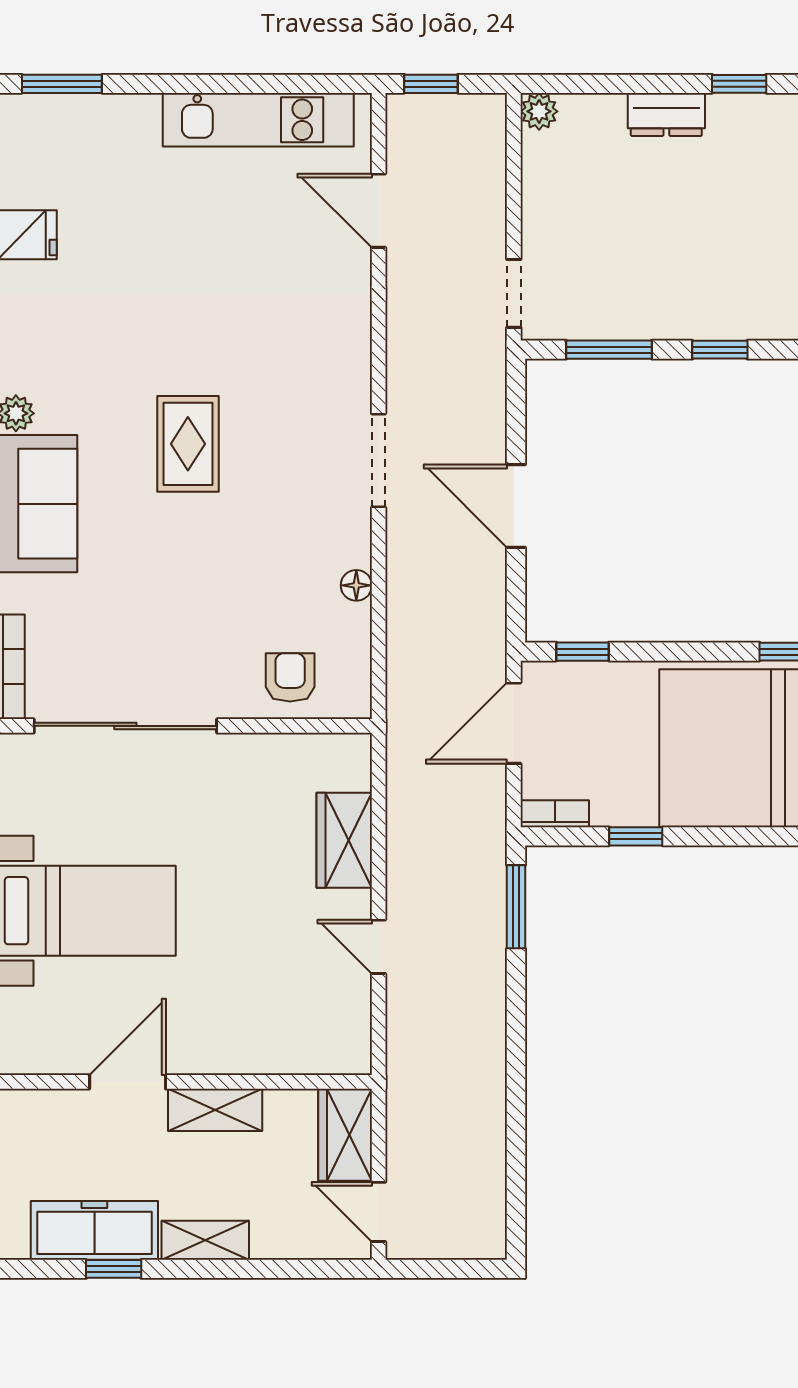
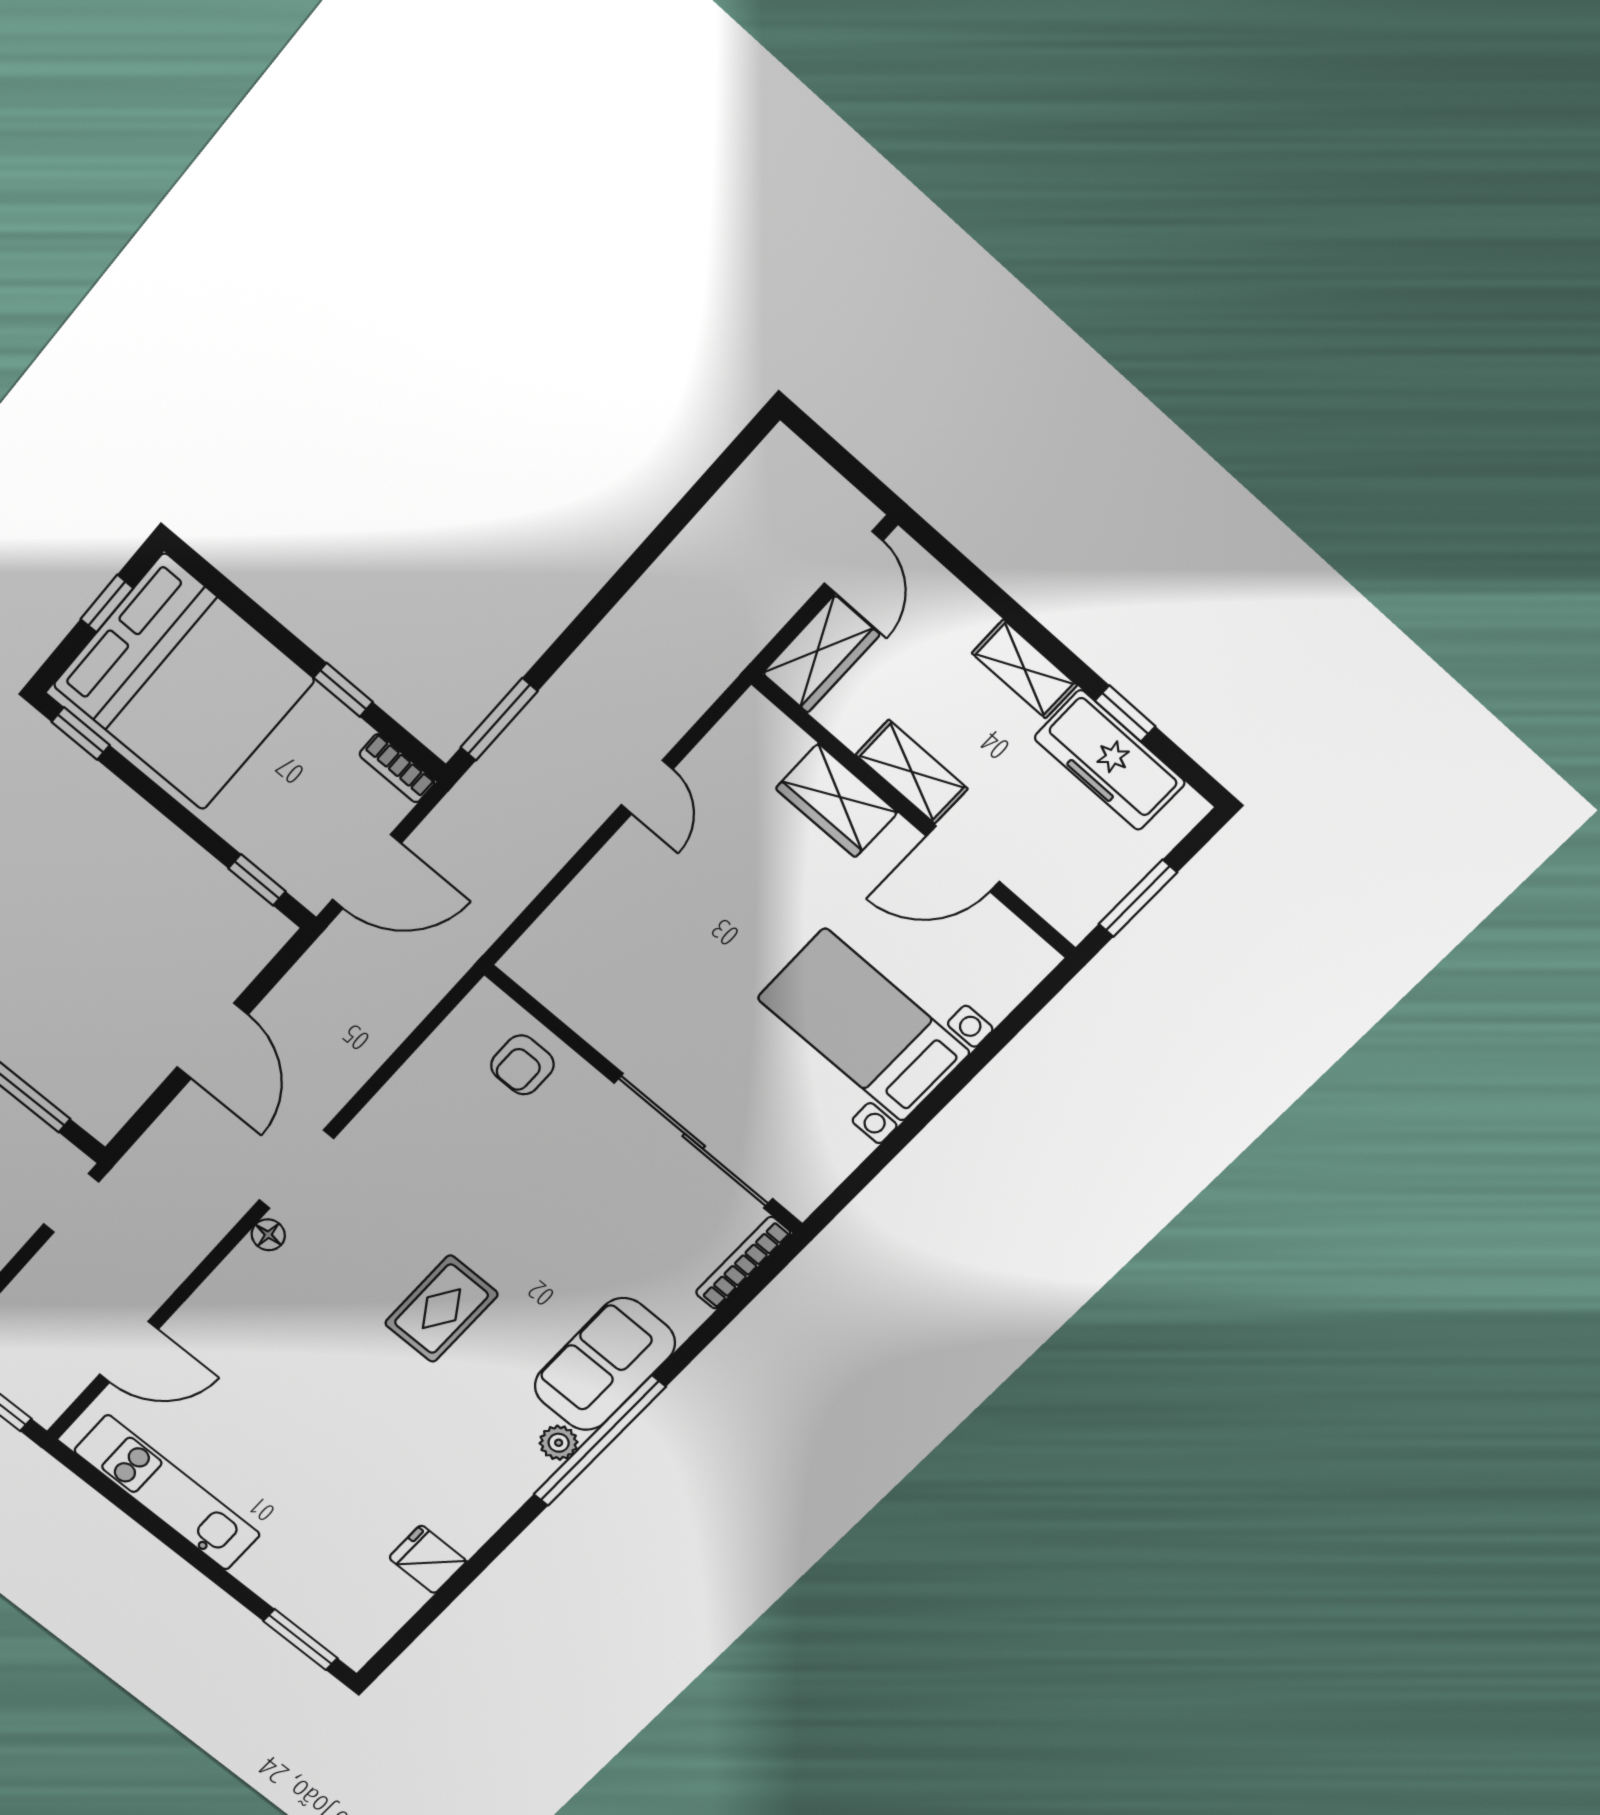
door: (379, 211) -> (129, 1352), hinge flipped
floor lamp: (356, 585) -> (268, 1235), moved
wardrobe: (344, 840) -> (837, 801), moved, turned 90

